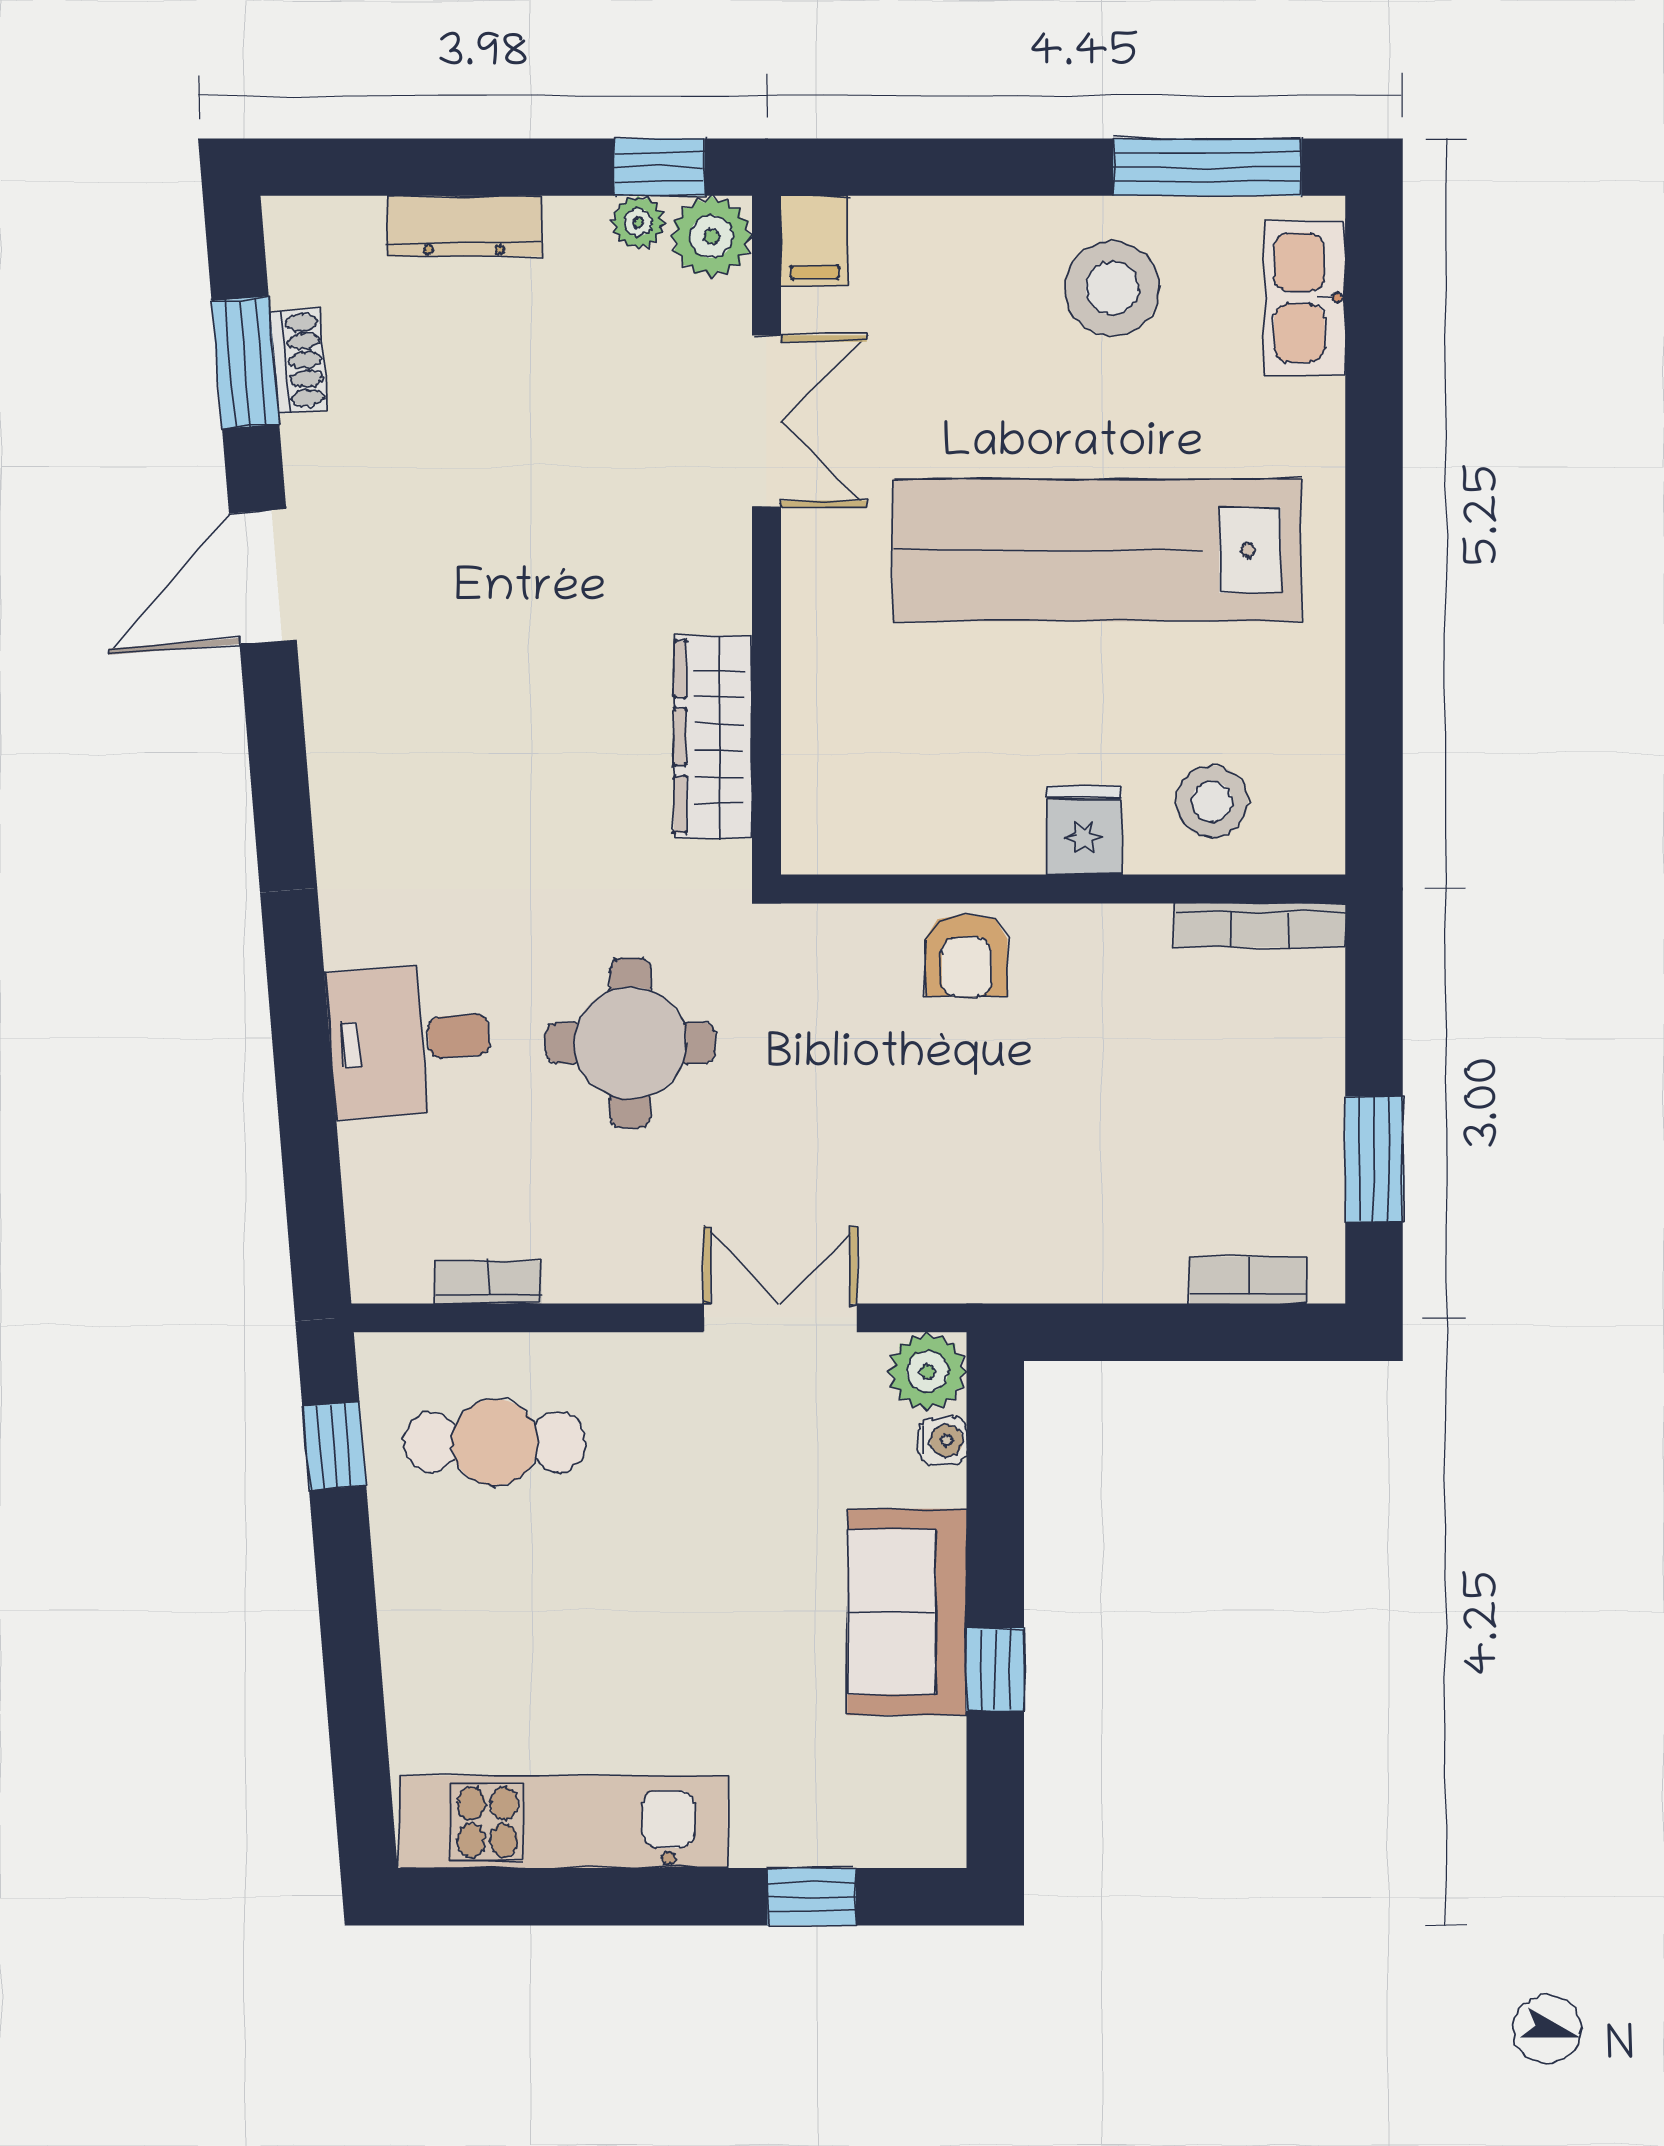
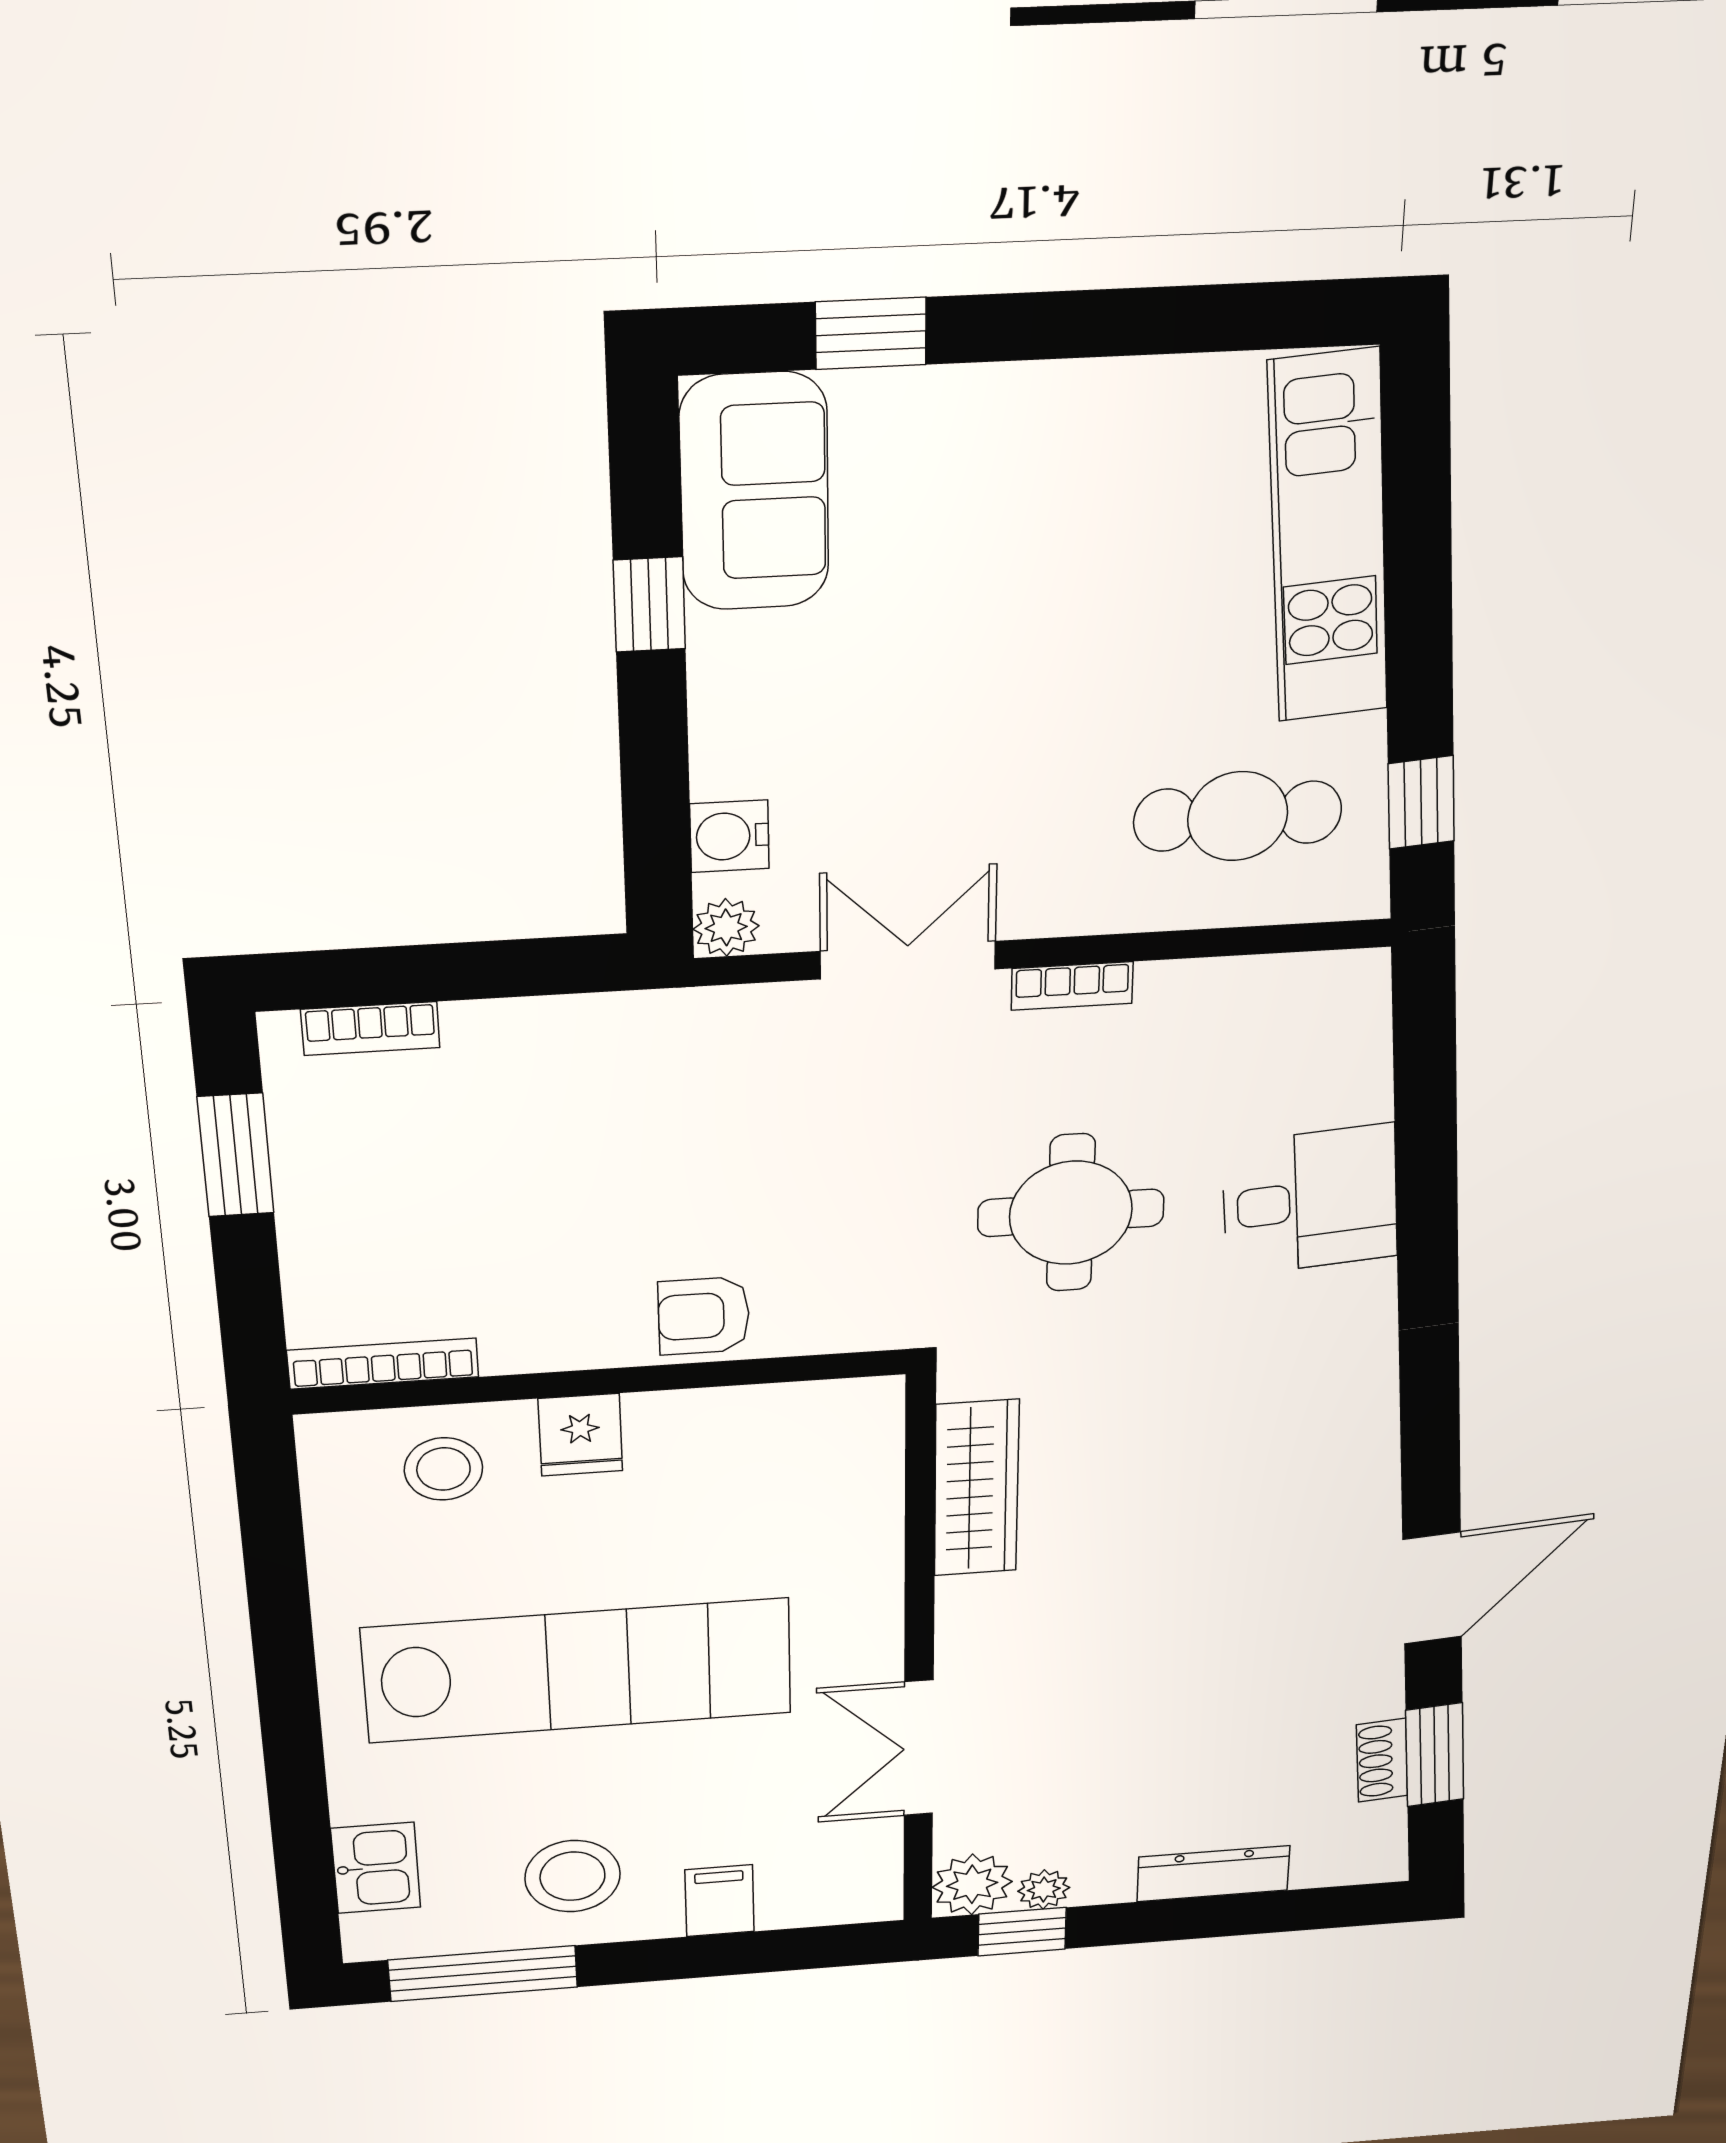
filing cabinet: (815, 241) -> (719, 1901), moved
kitchen sink: (1305, 298) -> (376, 1868), width x0.73
armchair: (966, 955) -> (704, 1316), turned -90
bookcase: (488, 1282) -> (1072, 986), moved
double door: (780, 1318) -> (908, 960), swing flipped
plant: (927, 1372) -> (726, 927), width x0.73, depth x0.73
water cooler: (943, 1441) -> (729, 836), width x1.38, depth x1.38
sofa: (907, 1612) -> (754, 492), moved
kitchen unit: (563, 1822) -> (1328, 538), moved, turned 85

